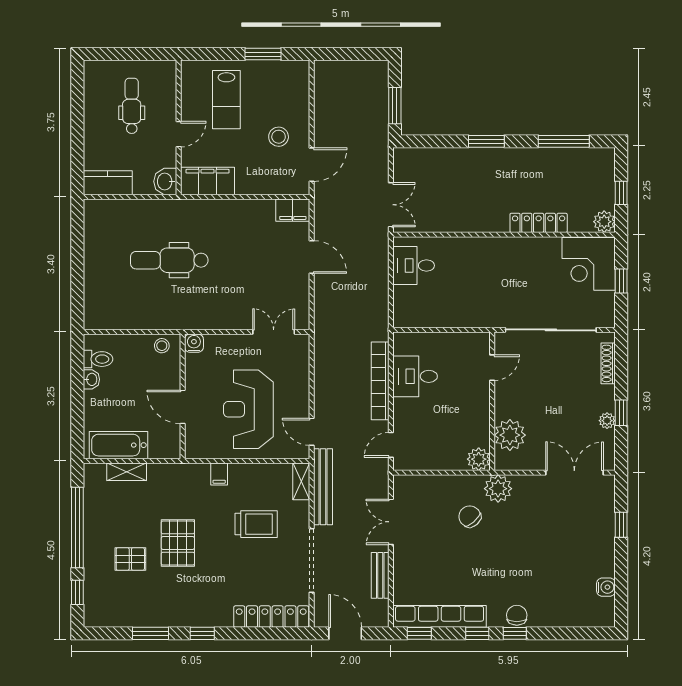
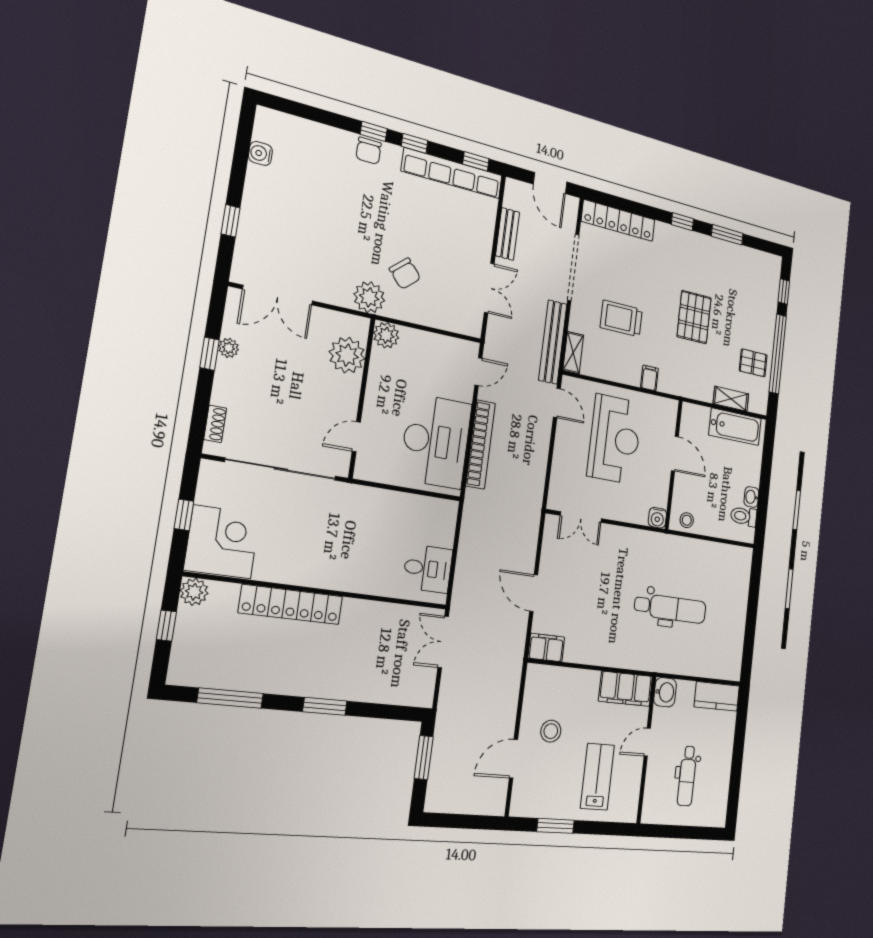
door: (312, 165) -> (513, 759), moved
locker: (539, 223) -> (291, 605), width x1.41, depth x1.21
shoe rack: (608, 363) -> (215, 424), width x0.70
desk: (415, 376) -> (436, 441), width x1.87, depth x1.30
pallet: (130, 559) -> (753, 363), moved

